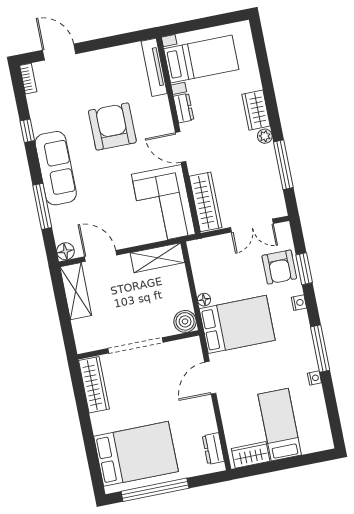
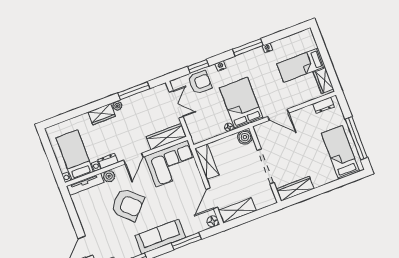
plant: (160, 106) -> (109, 176), added
armchair: (112, 127) -> (128, 205), turned -137
bed: (136, 454) -> (340, 152), width x0.67

